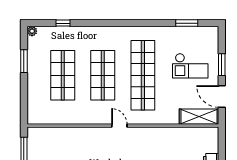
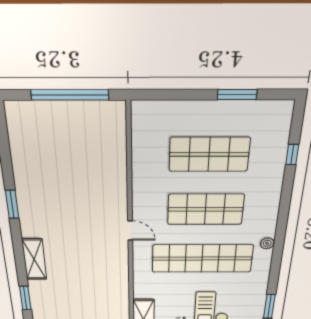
plant: (32, 31) -> (267, 243), moved
door: (119, 126) -> (130, 231), hinge flipped

